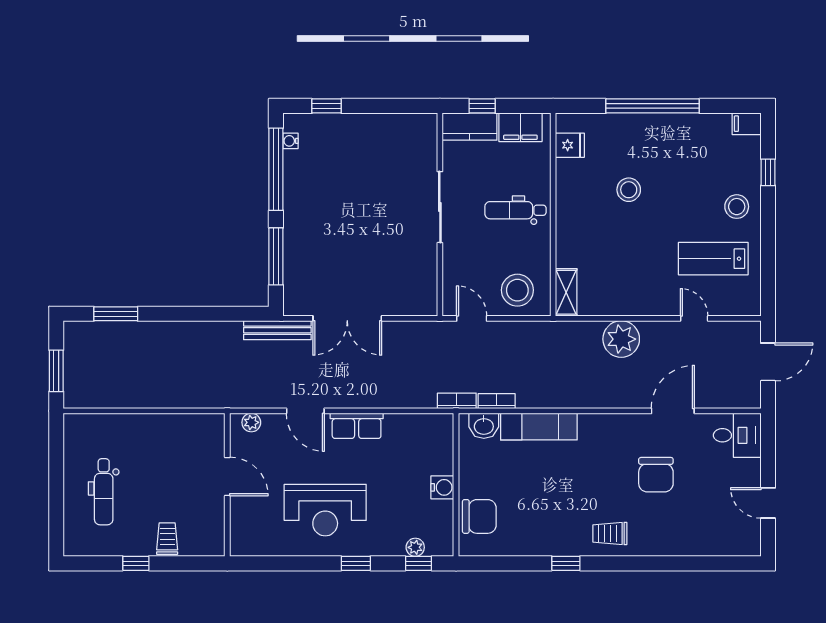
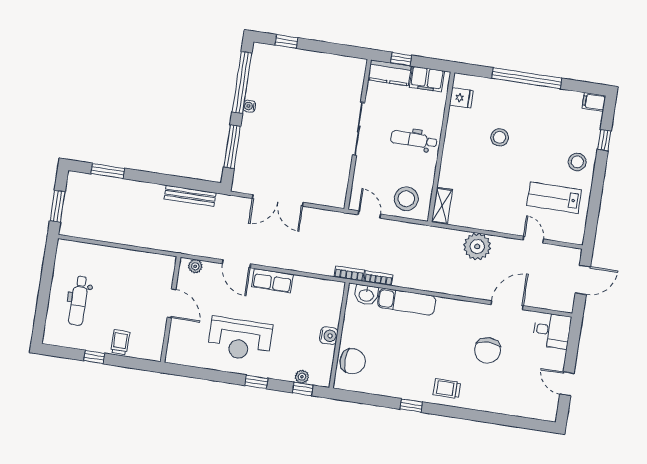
water cooler: (290, 141) -> (249, 106), moved
bench: (277, 330) -> (190, 196), moved

